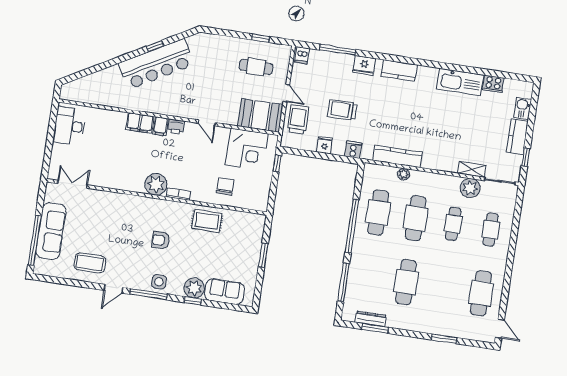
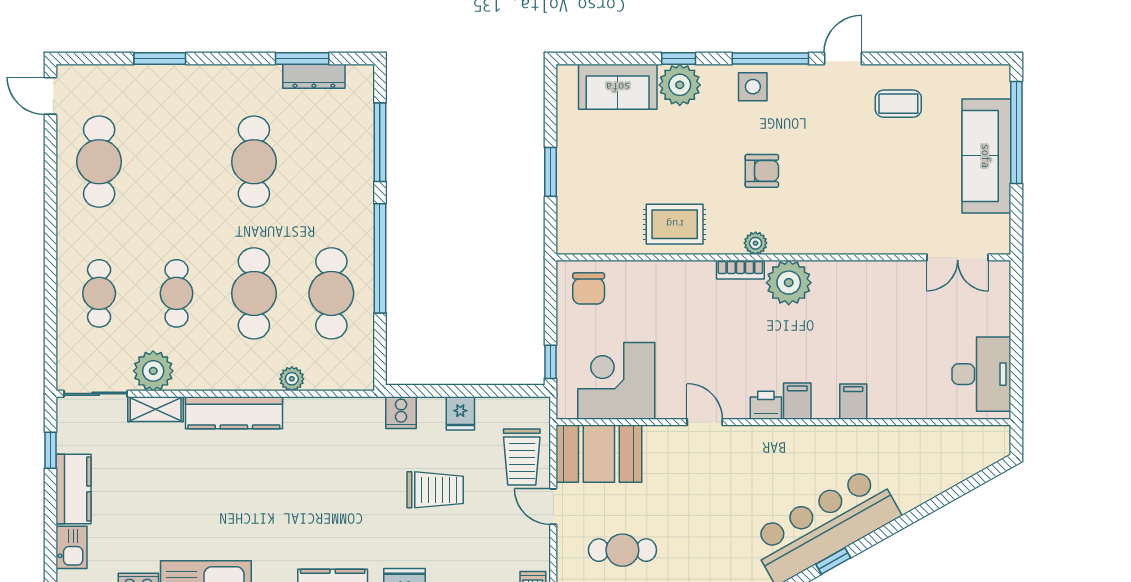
filing cabinet: (140, 123) -> (853, 402), width x0.50
kitchen counter: (397, 156) -> (234, 413), moved
chair: (225, 186) -> (589, 288), moved
plant: (169, 206) -> (756, 243), added
coffee table: (90, 263) -> (898, 104), width x0.73, depth x0.77

